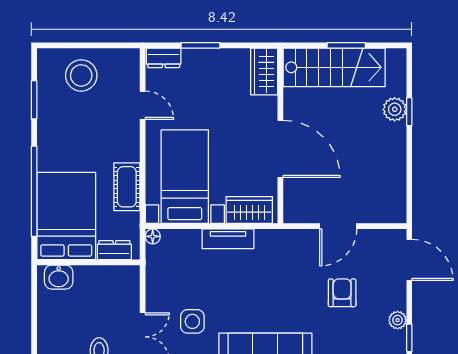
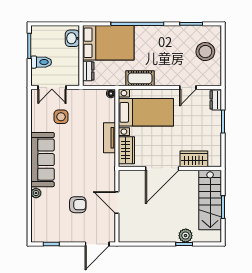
wardrobe: (264, 71) -> (194, 159), moved
bed: (66, 216) -> (108, 43), moved
dresser: (114, 250) -> (88, 71), moved
wall: (88, 262) -> (81, 56), moved
washbasin: (59, 277) -> (72, 38), moved
plant: (398, 320) -> (62, 237), removed

